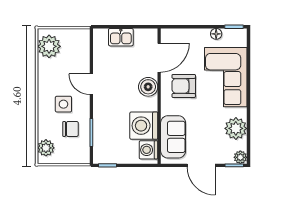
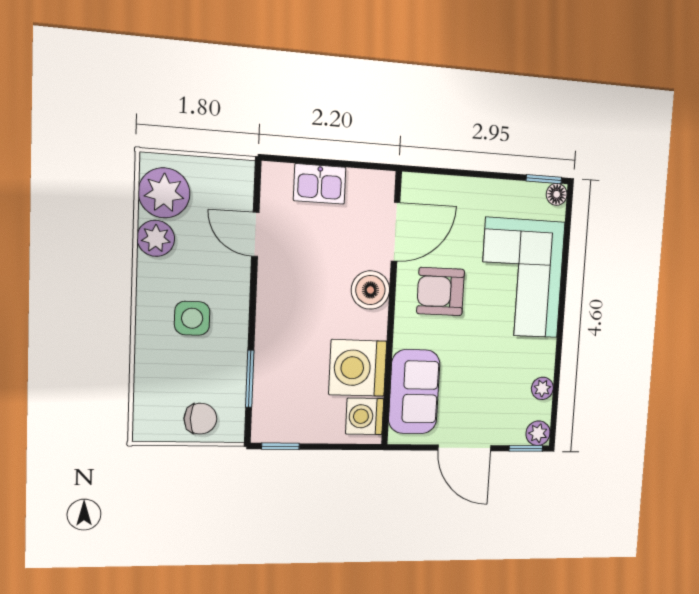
floor lamp: (216, 34) -> (557, 194), moved
door: (91, 84) -> (255, 234), moved
plant: (236, 128) -> (542, 388), width x0.53, depth x0.53
chair: (71, 129) -> (200, 419), moved
plant: (46, 148) -> (156, 238), moved

